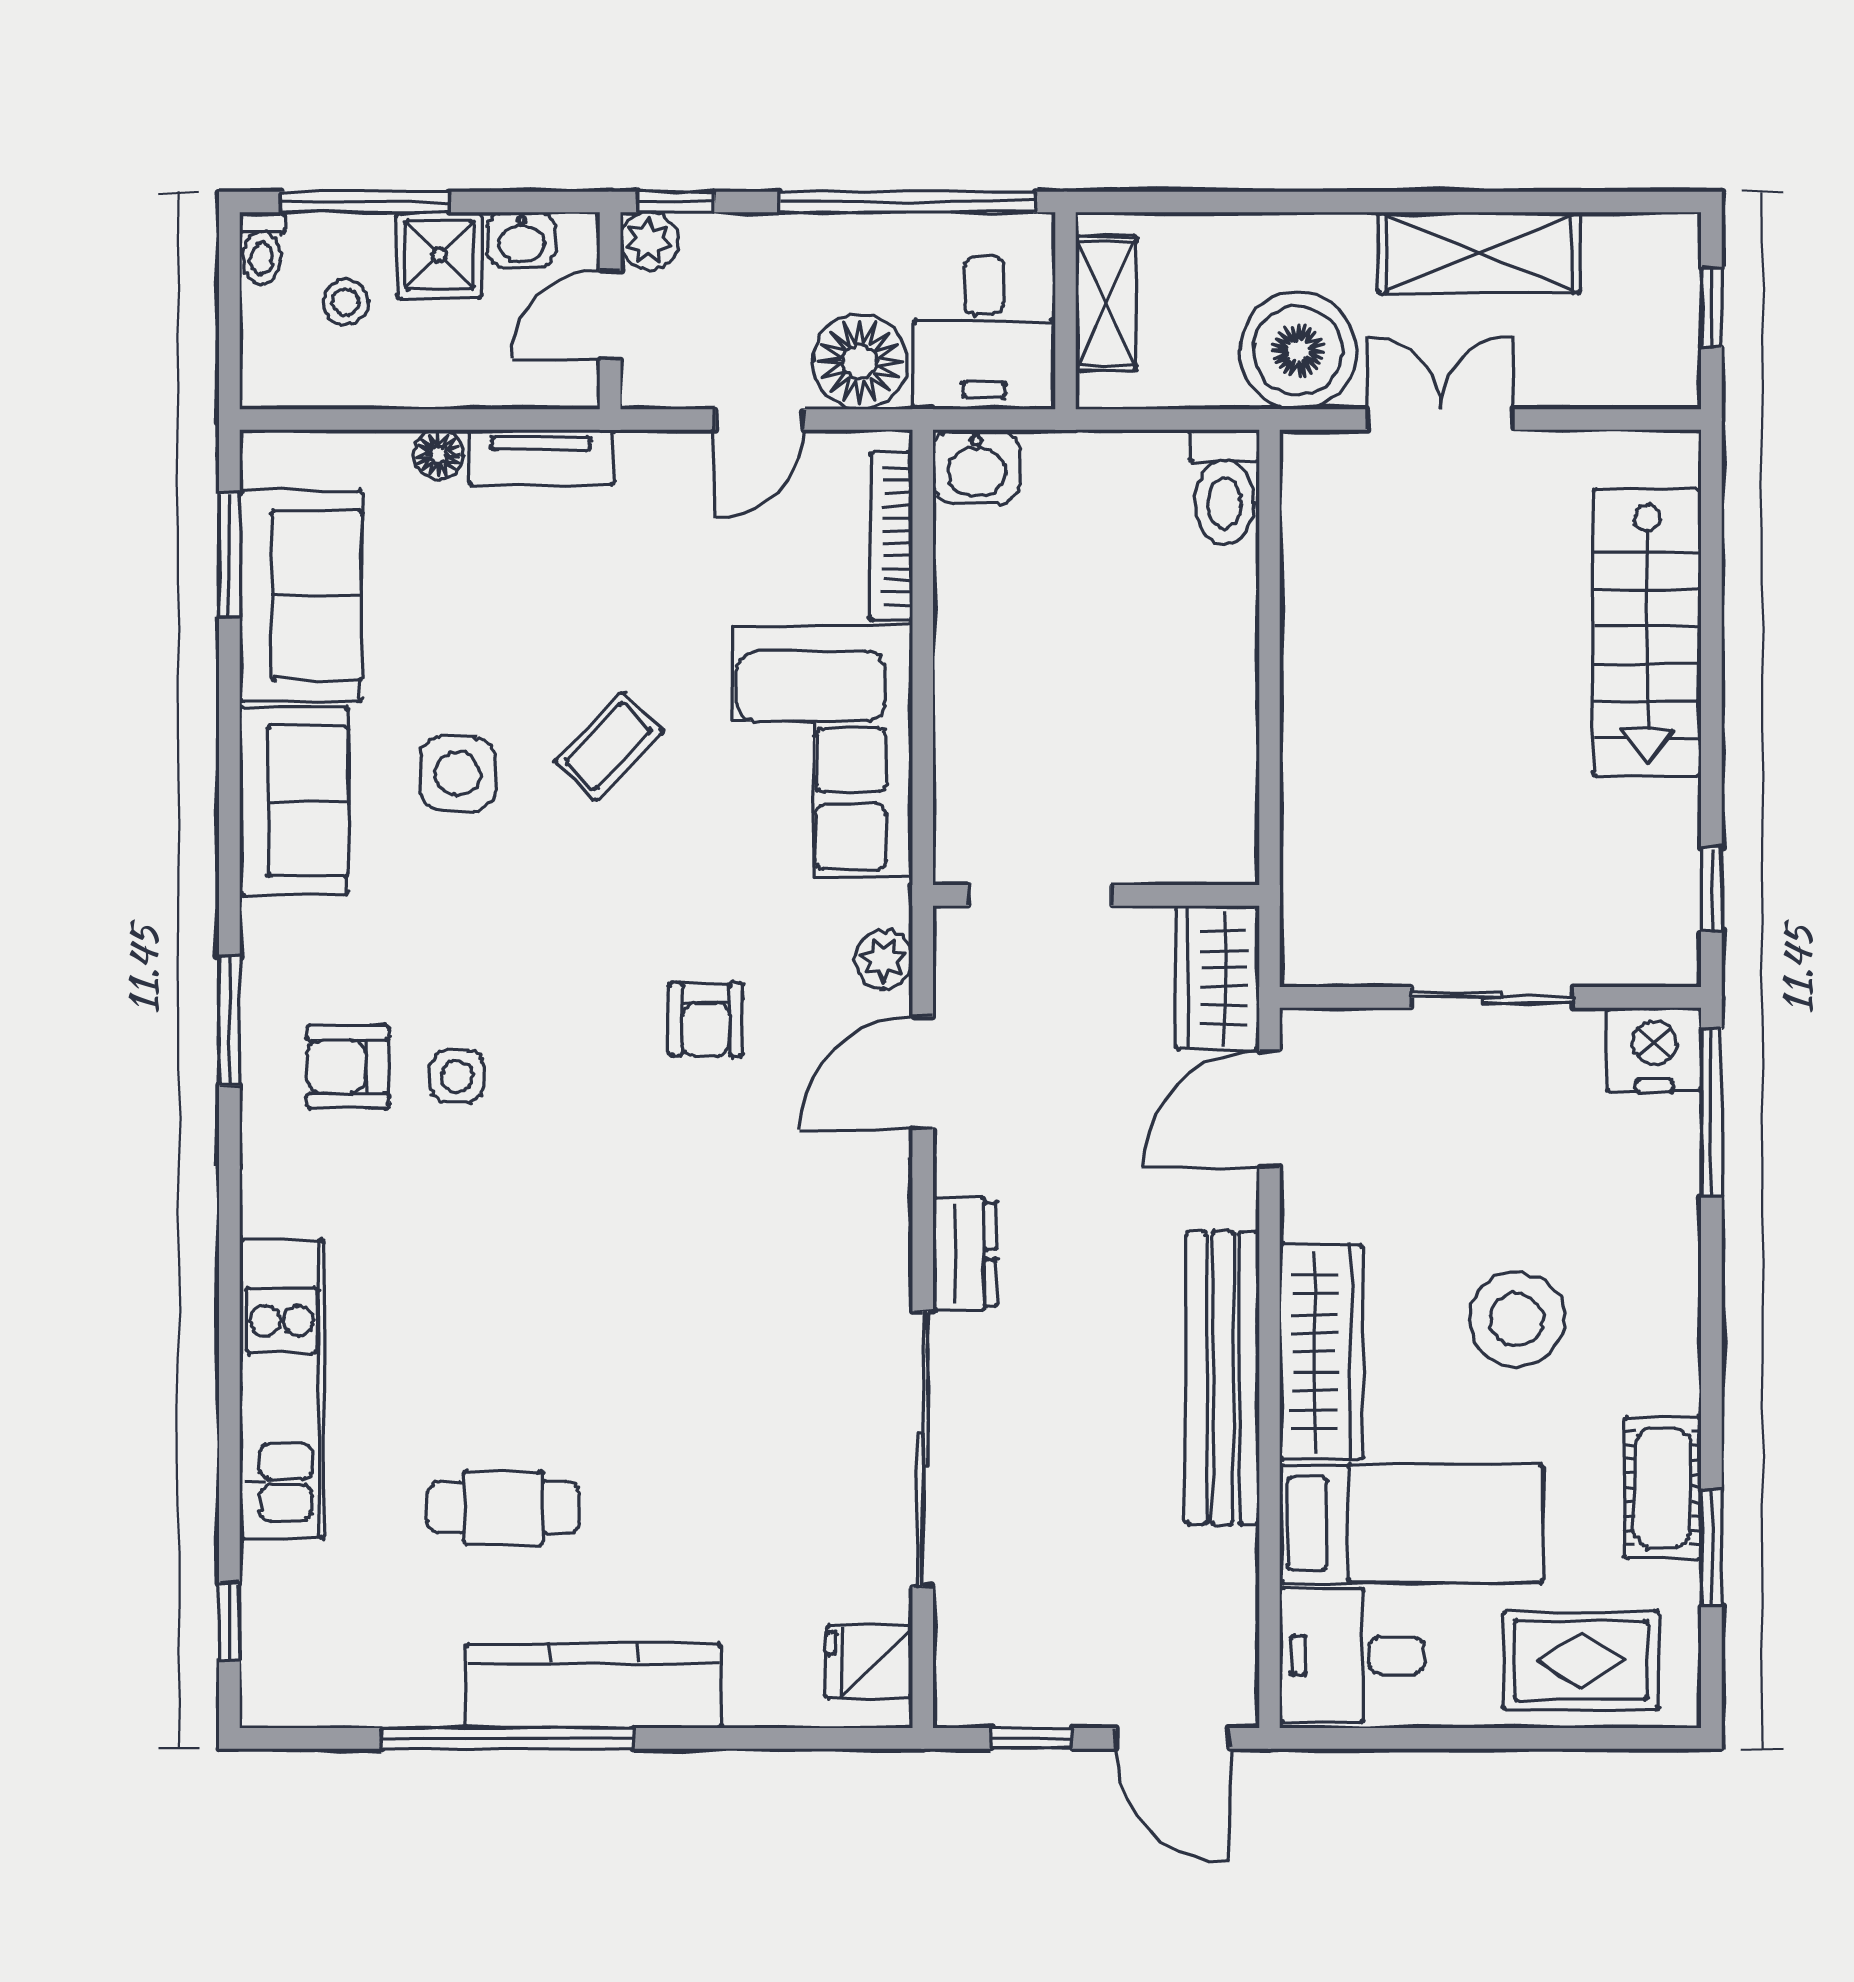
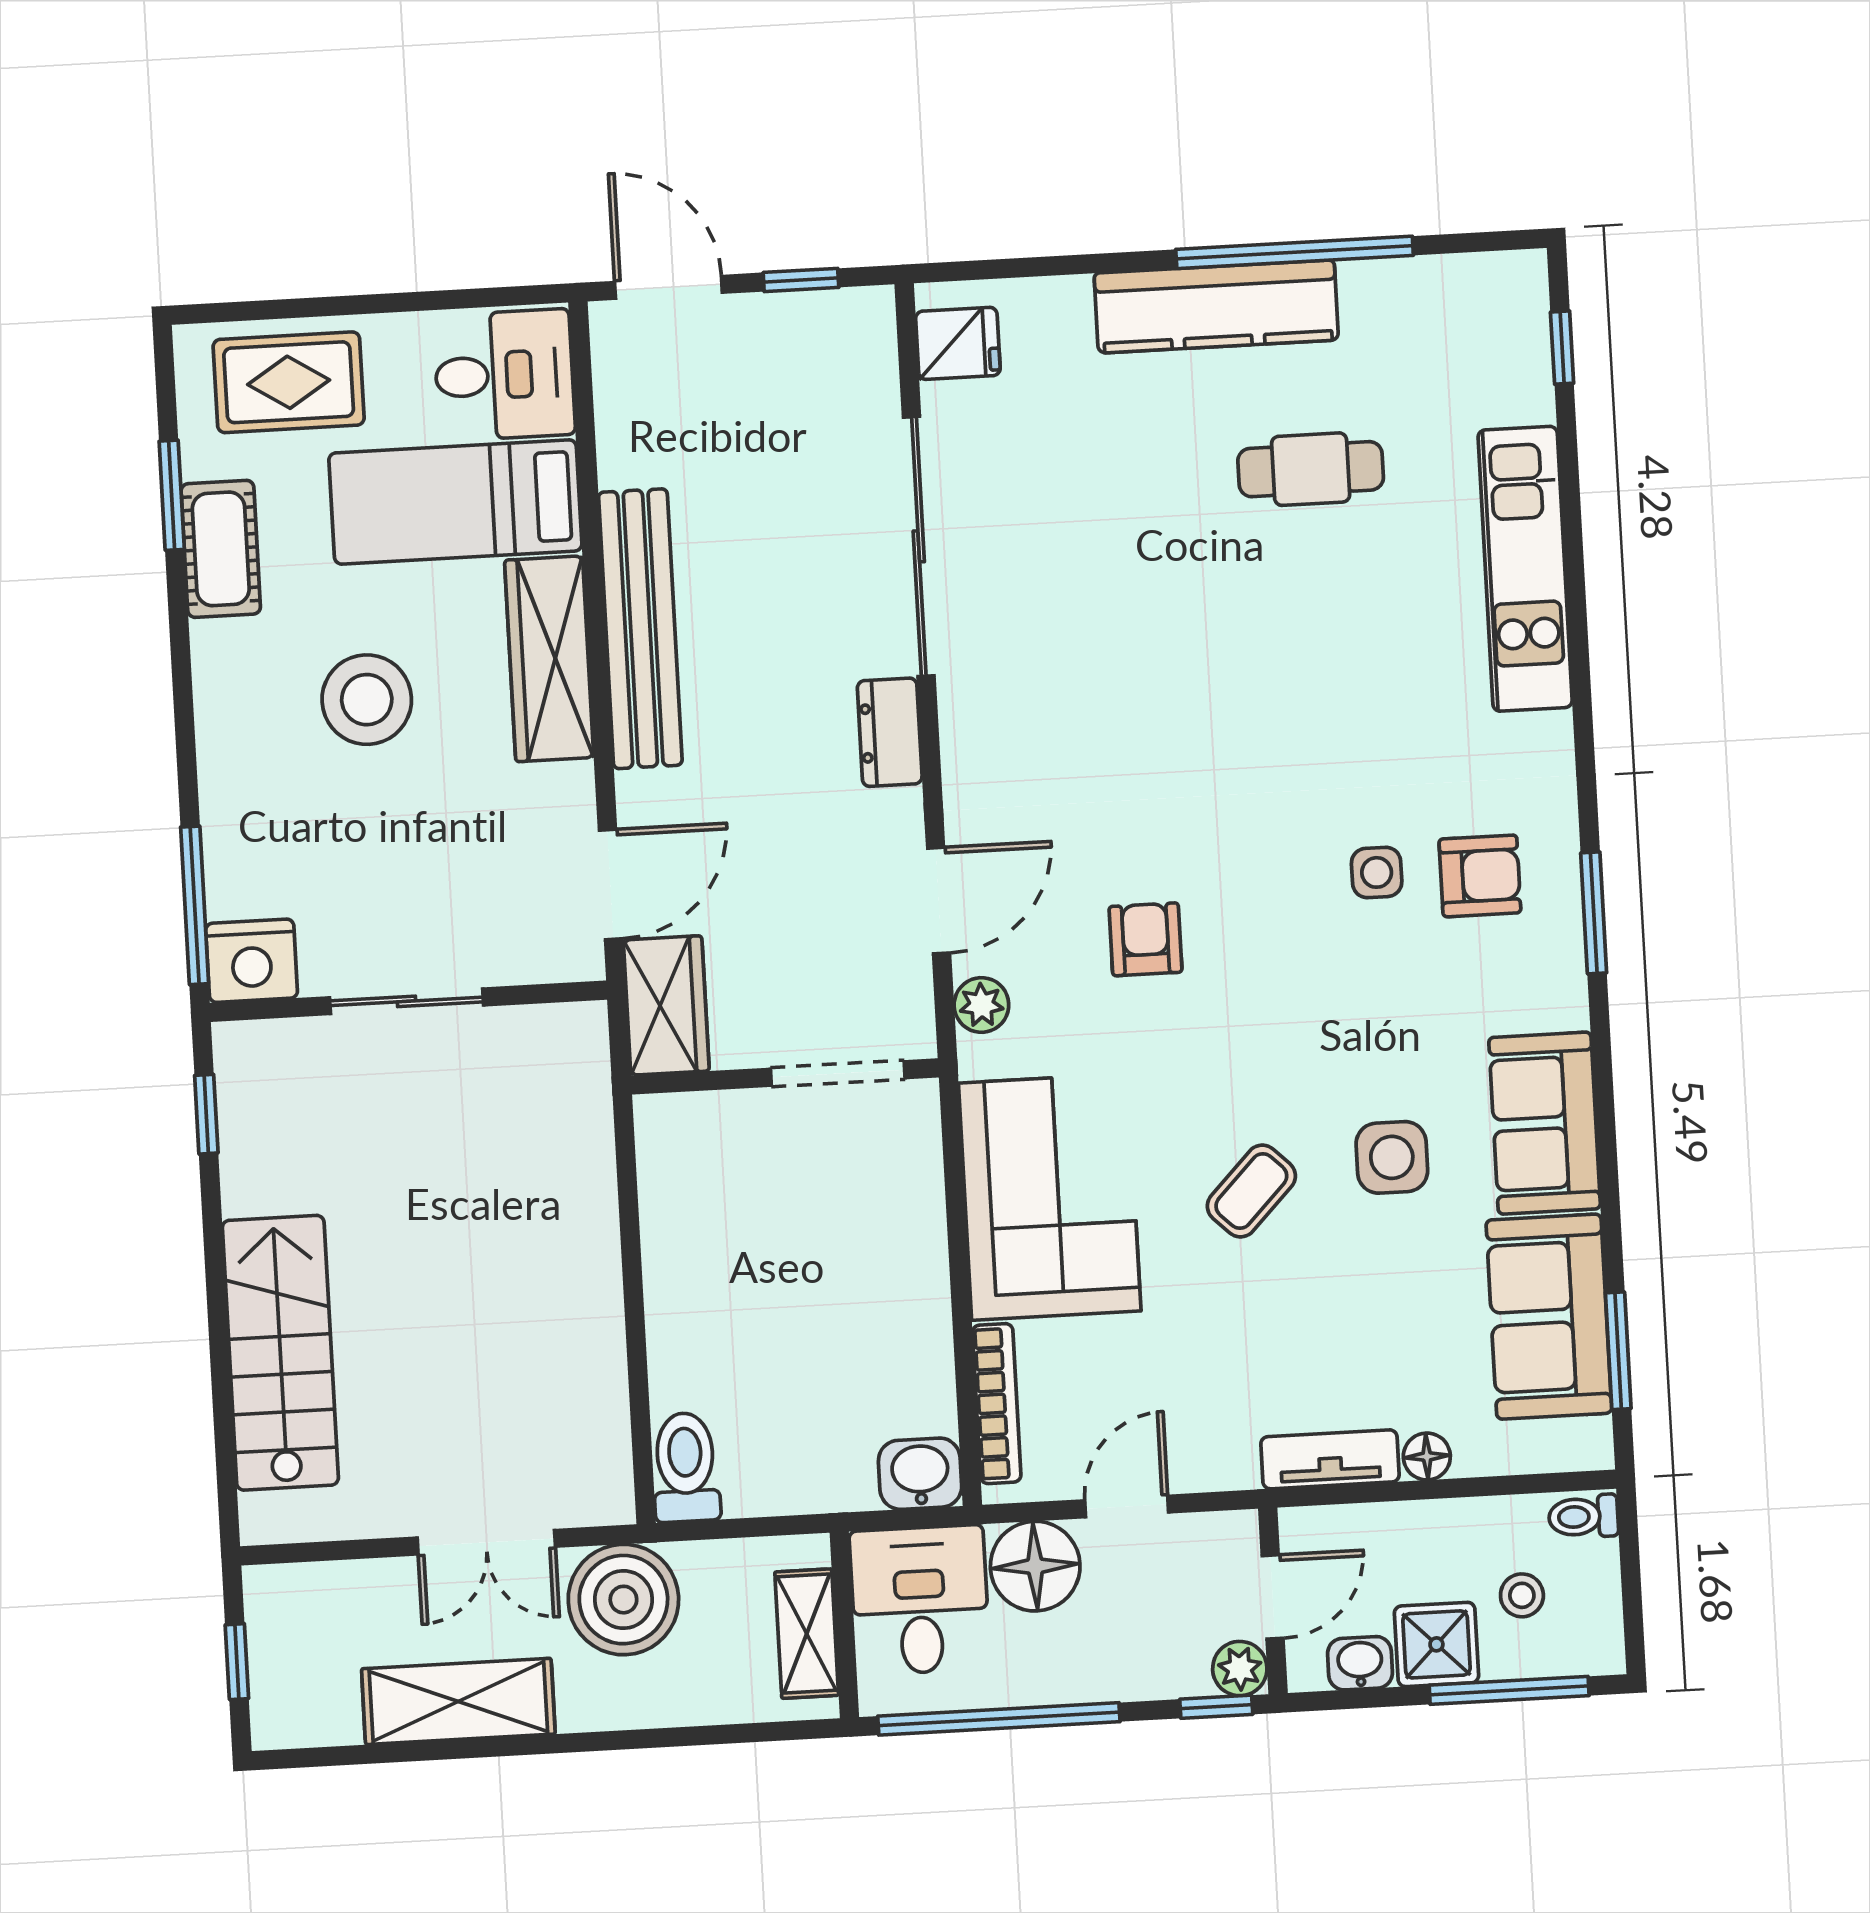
toilet: (262, 249) -> (1583, 1517), moved, turned -90

